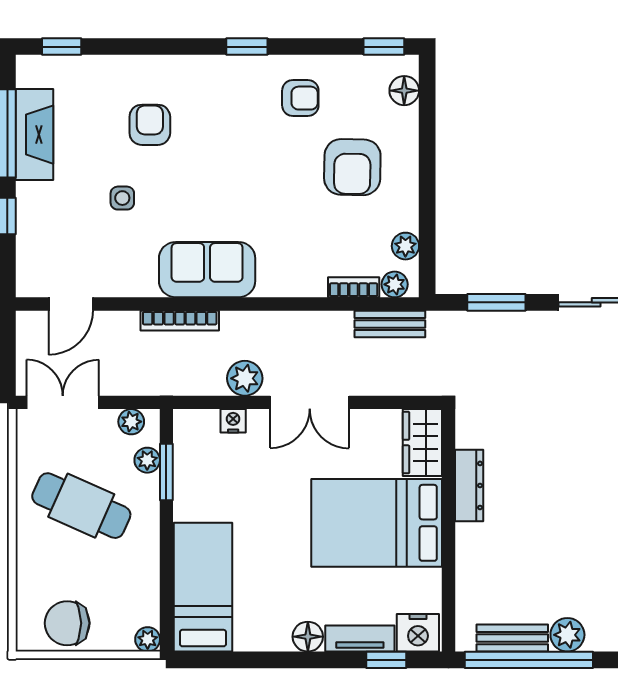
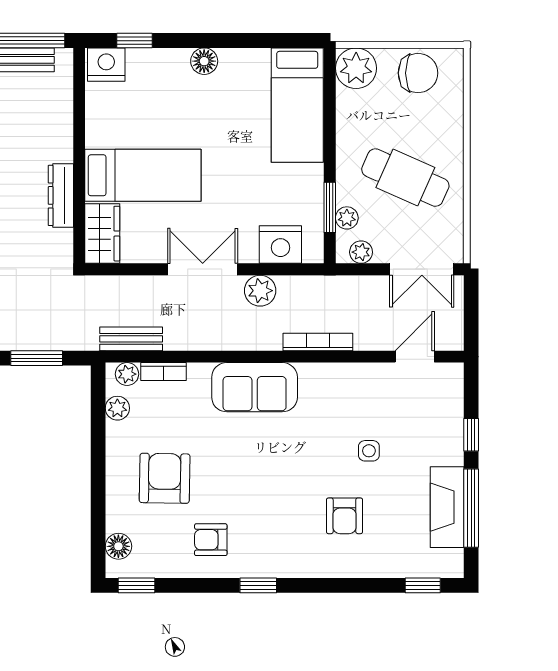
sofa: (207, 270) -> (255, 387), moved
nightstand: (233, 421) -> (280, 245), width x1.89, depth x1.79
bed: (377, 523) -> (143, 175), width x0.67
tv unit: (360, 638) -> (158, 59), removed
plant: (148, 639) -> (356, 68), width x1.87, depth x1.87

